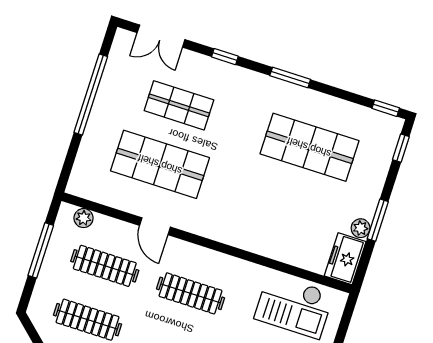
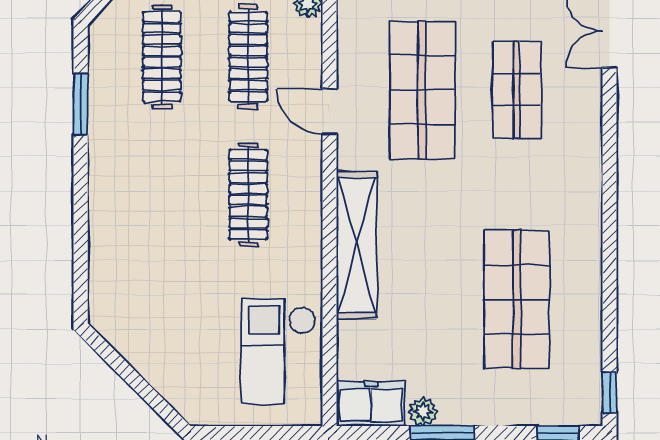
window: (225, 57) -> (609, 134), removed
window: (290, 78) -> (609, 239), removed
door: (155, 226) -> (329, 111), hinge flipped
shelving: (244, 236) -> (356, 245), added

